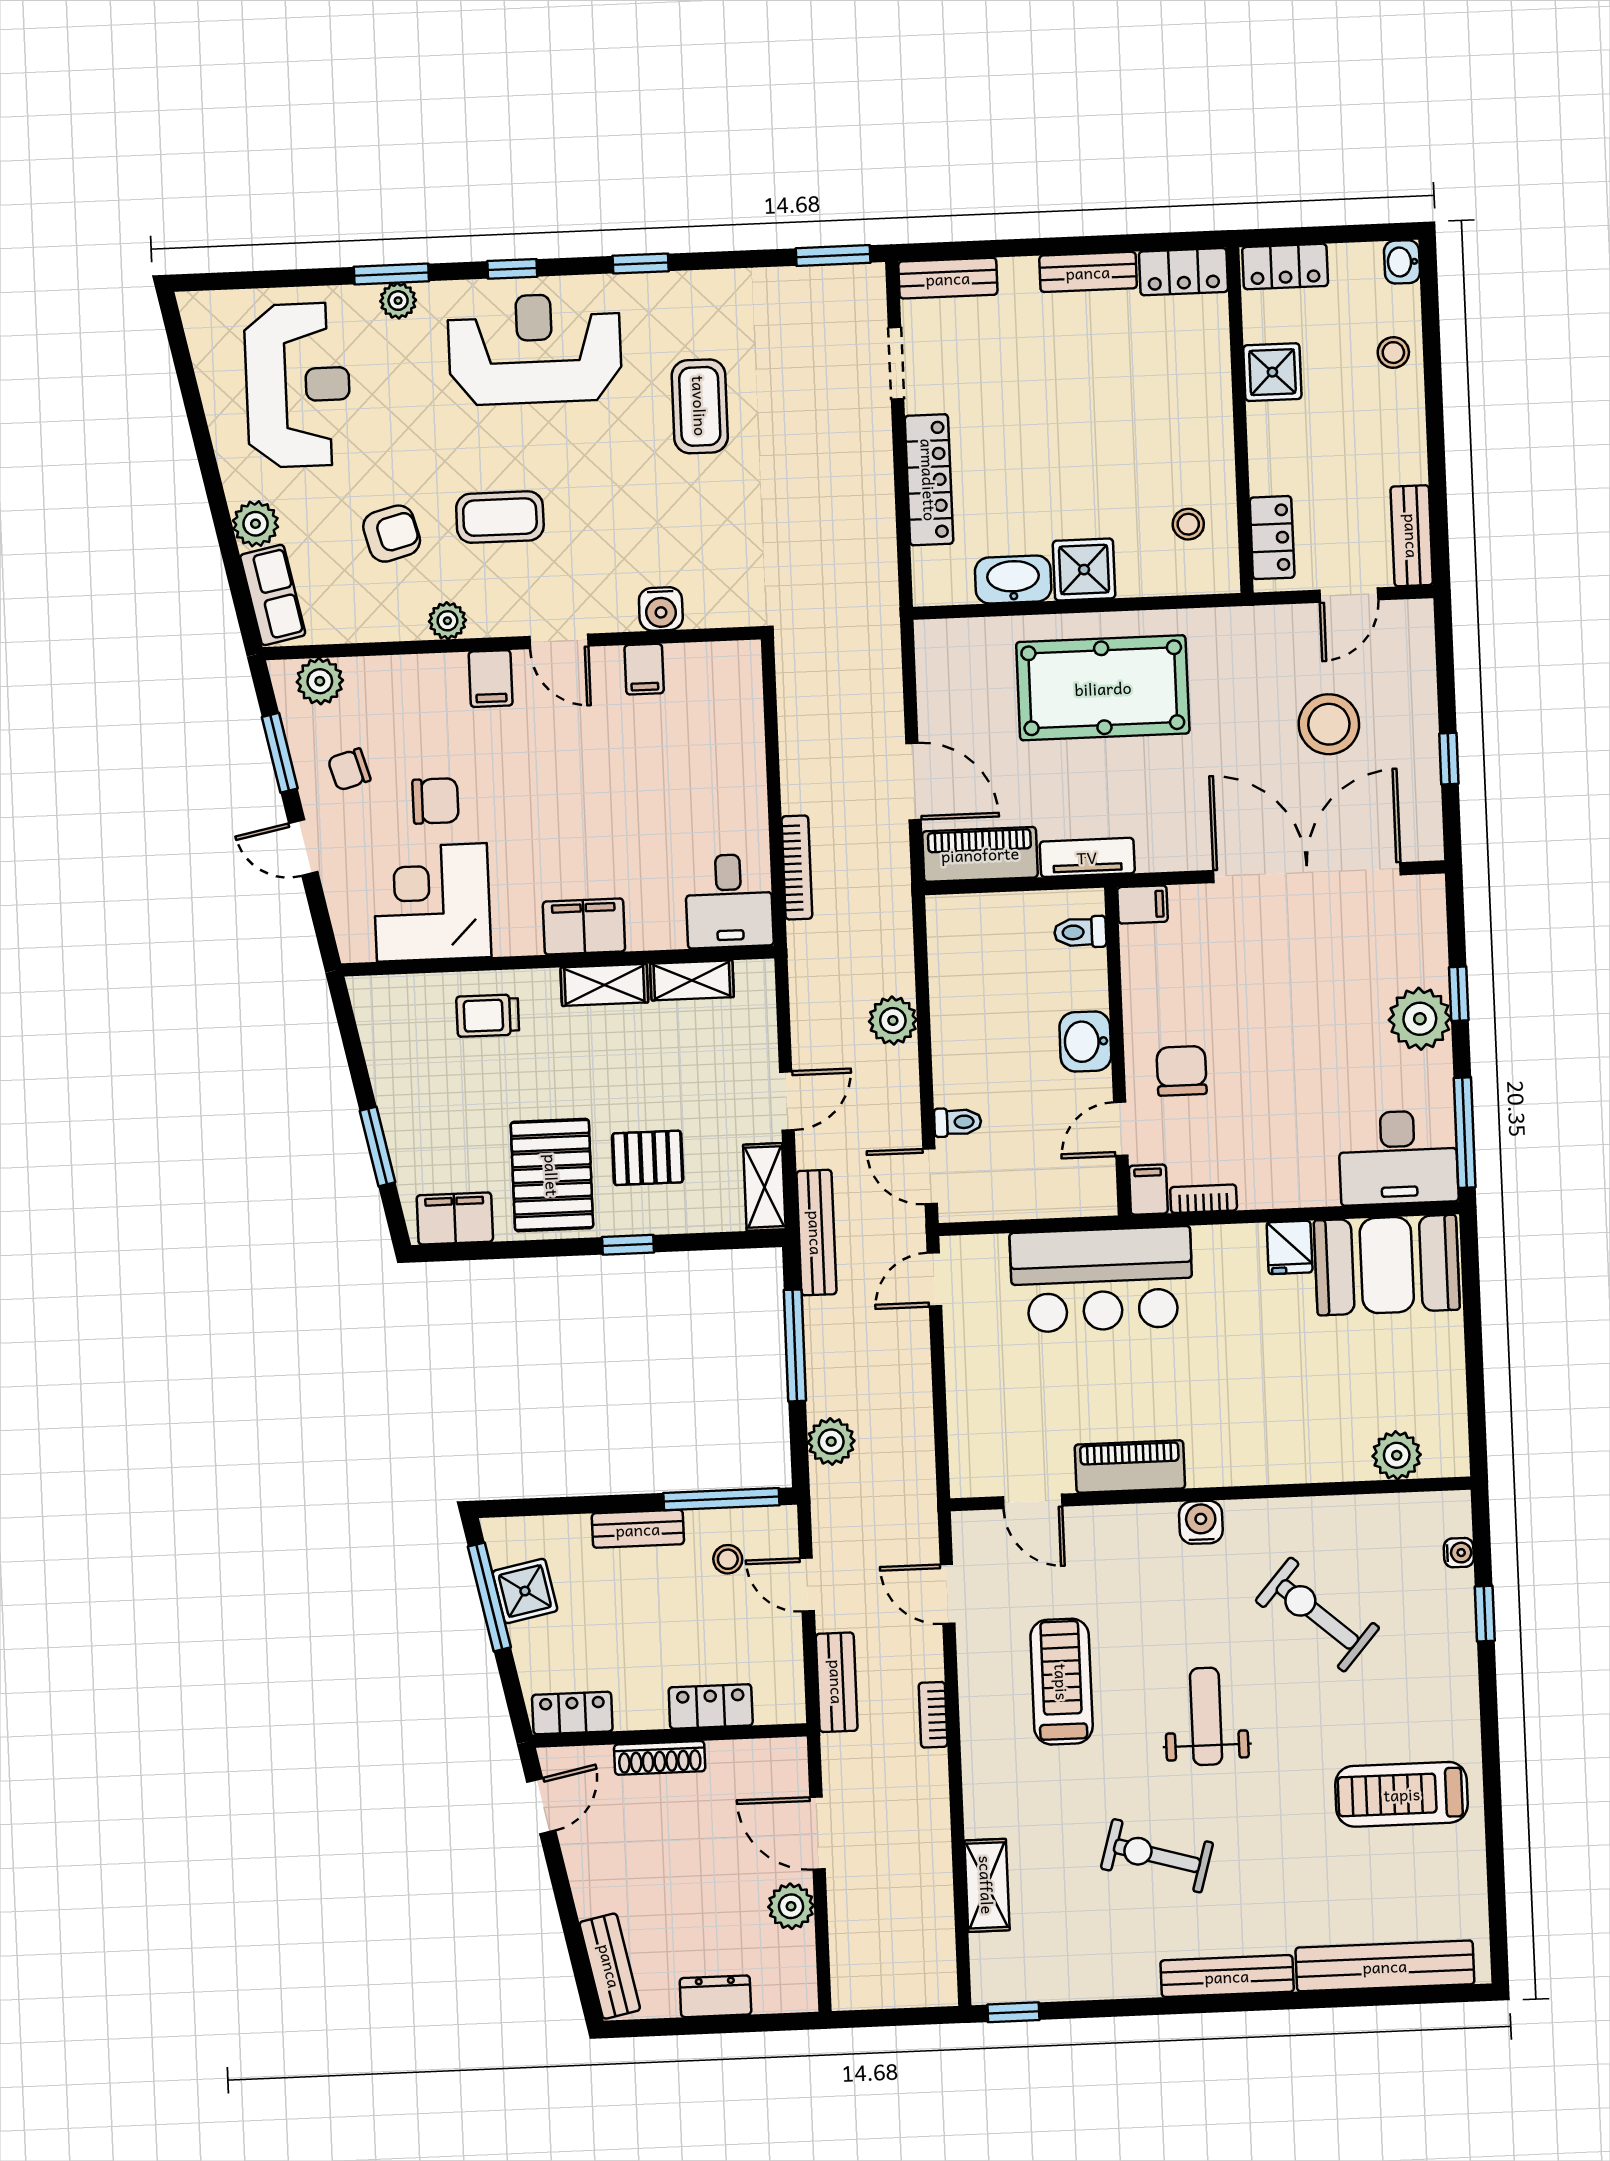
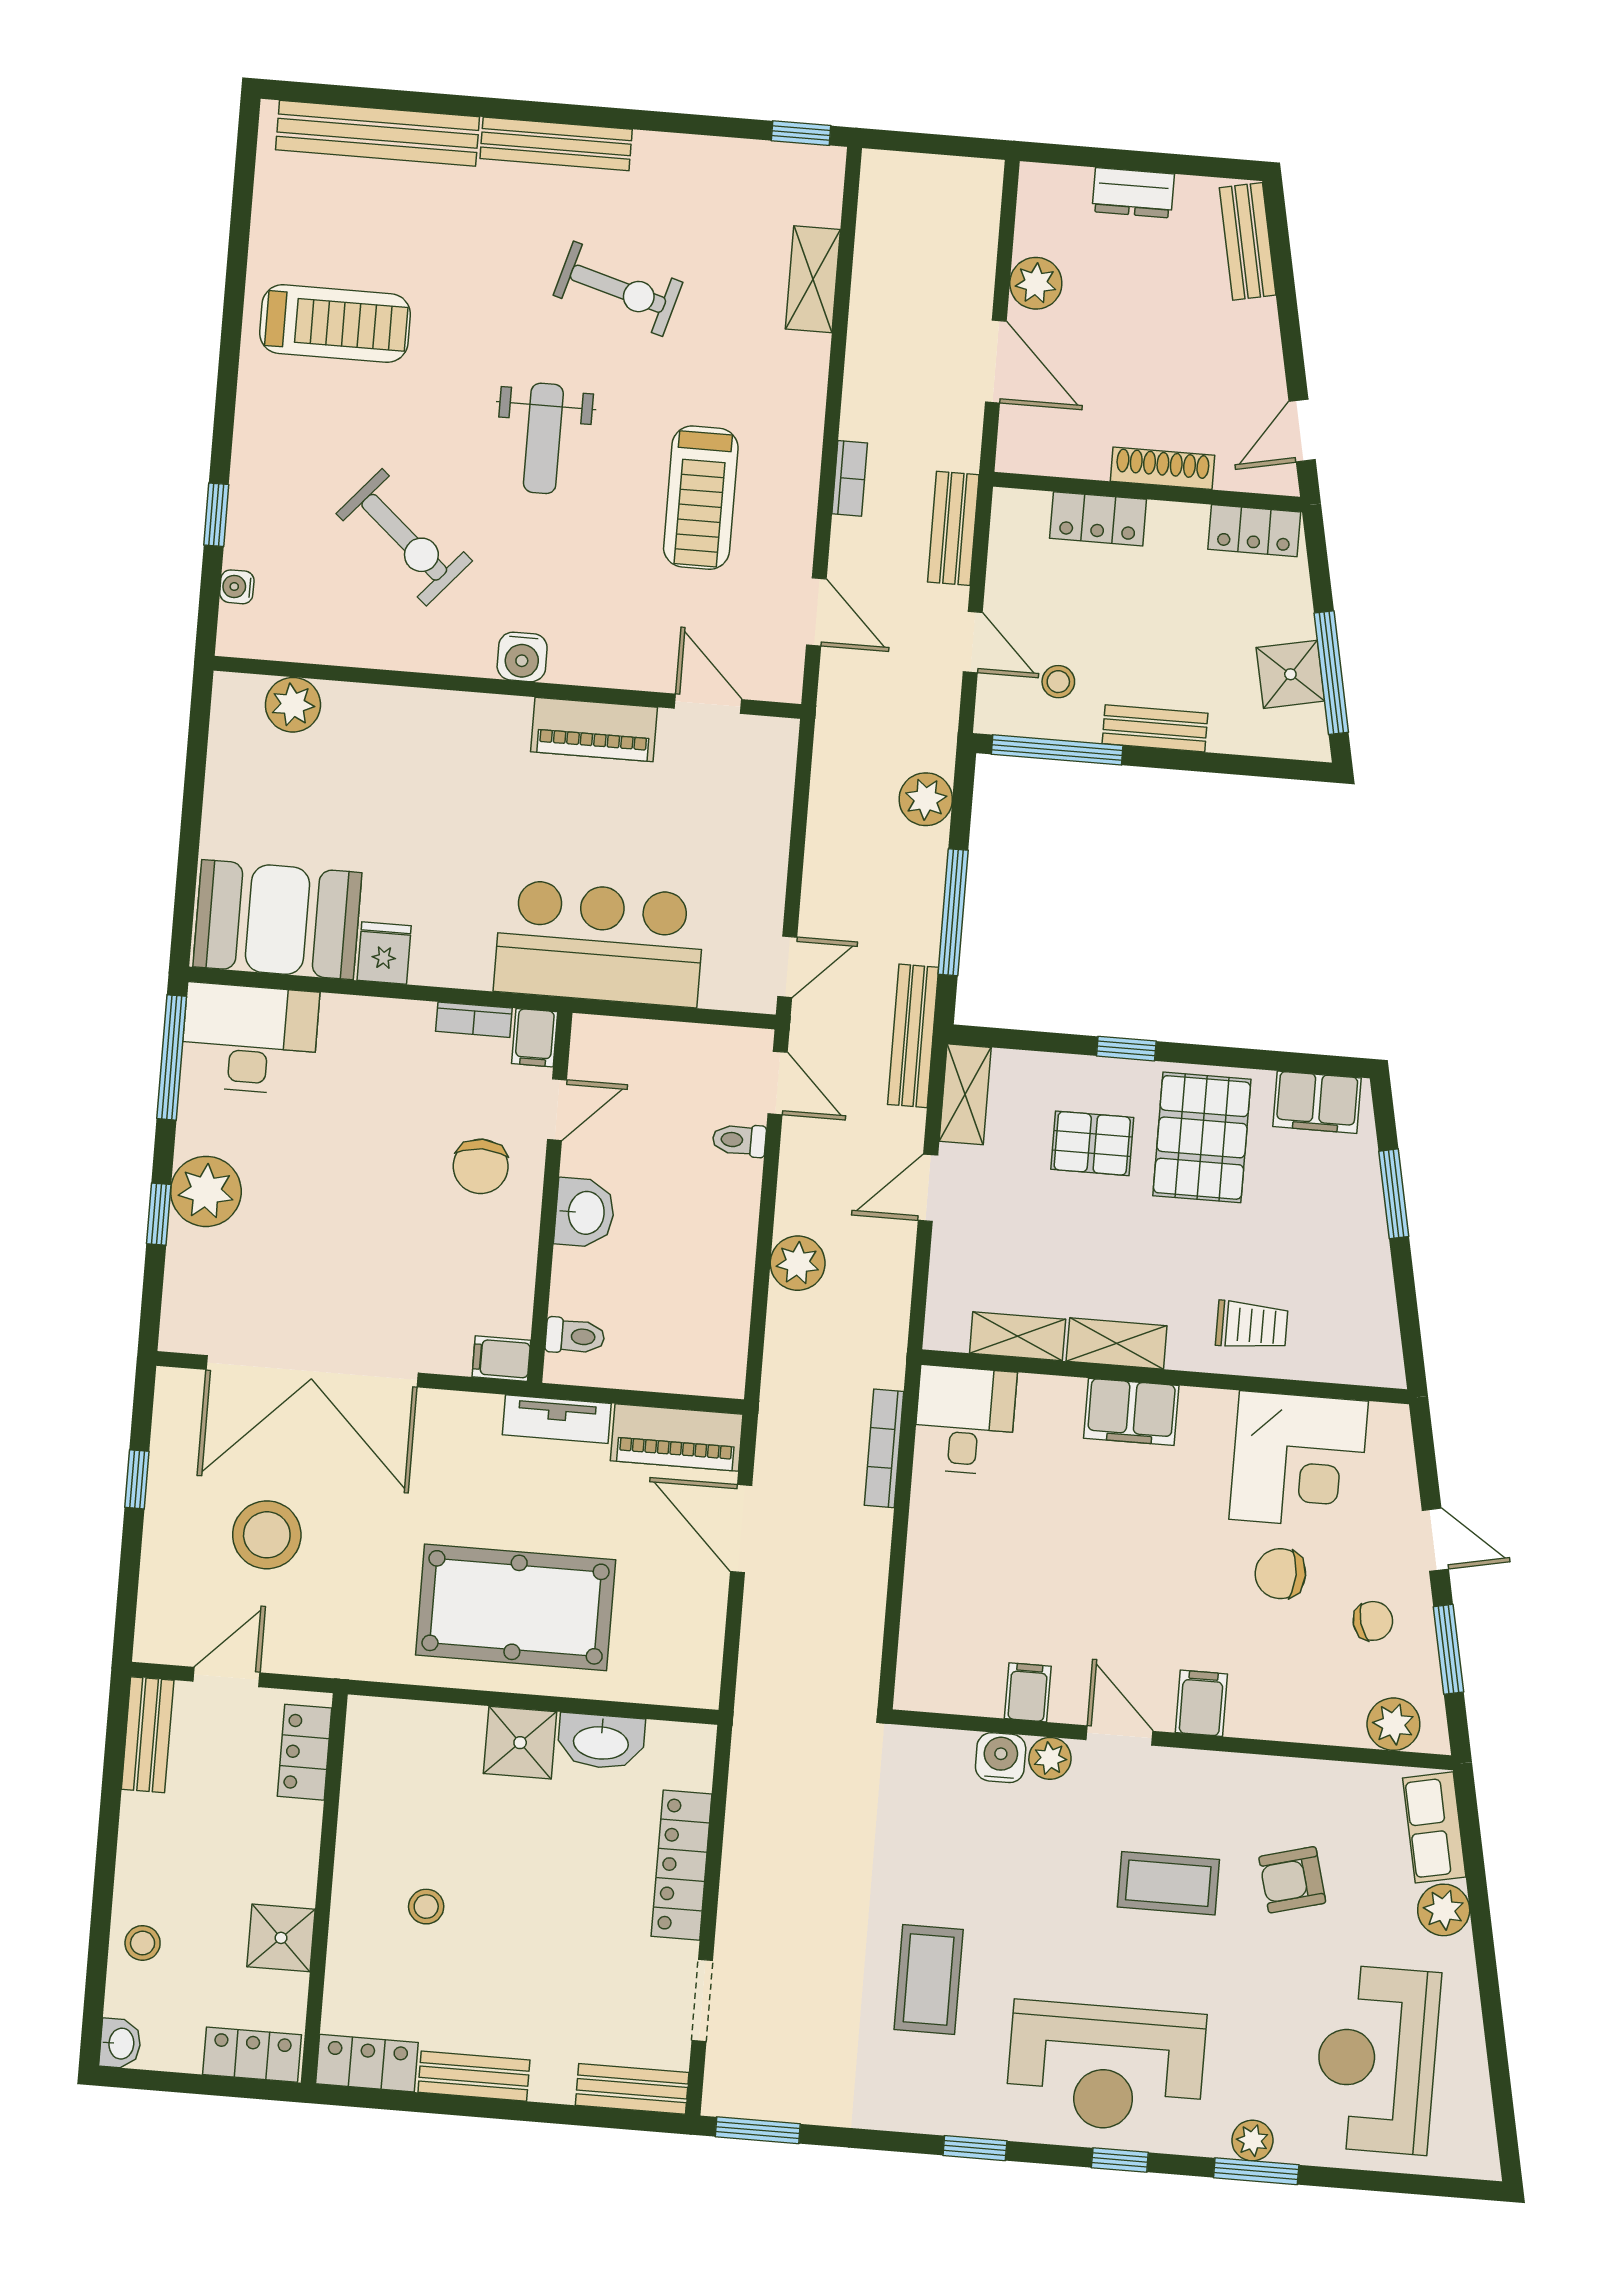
stool: (1188, 524) -> (426, 1907), moved
plant: (447, 621) -> (1050, 1758), moved

